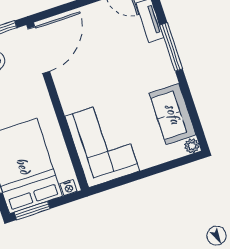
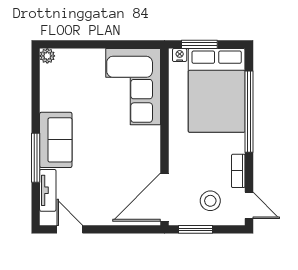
sofa: (173, 114) -> (56, 140), moved
window: (32, 211) -> (199, 44), moved

